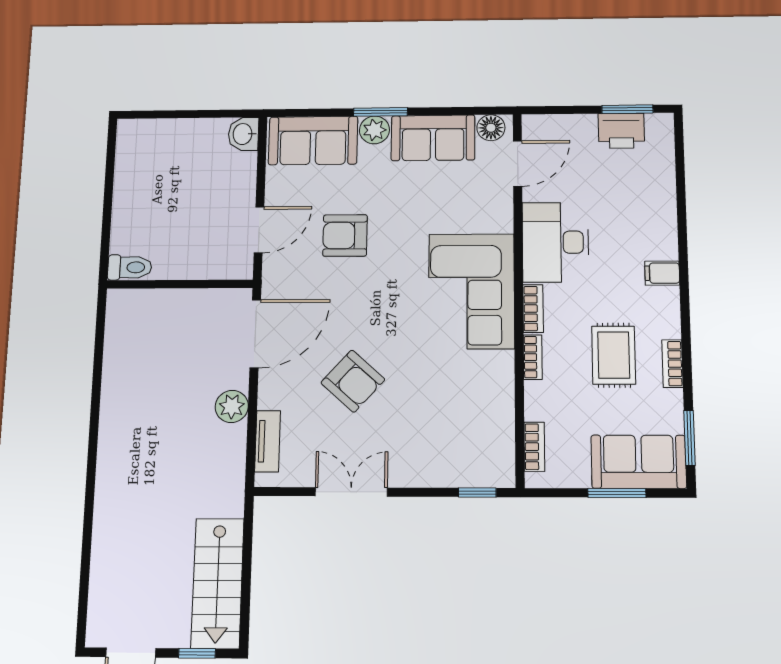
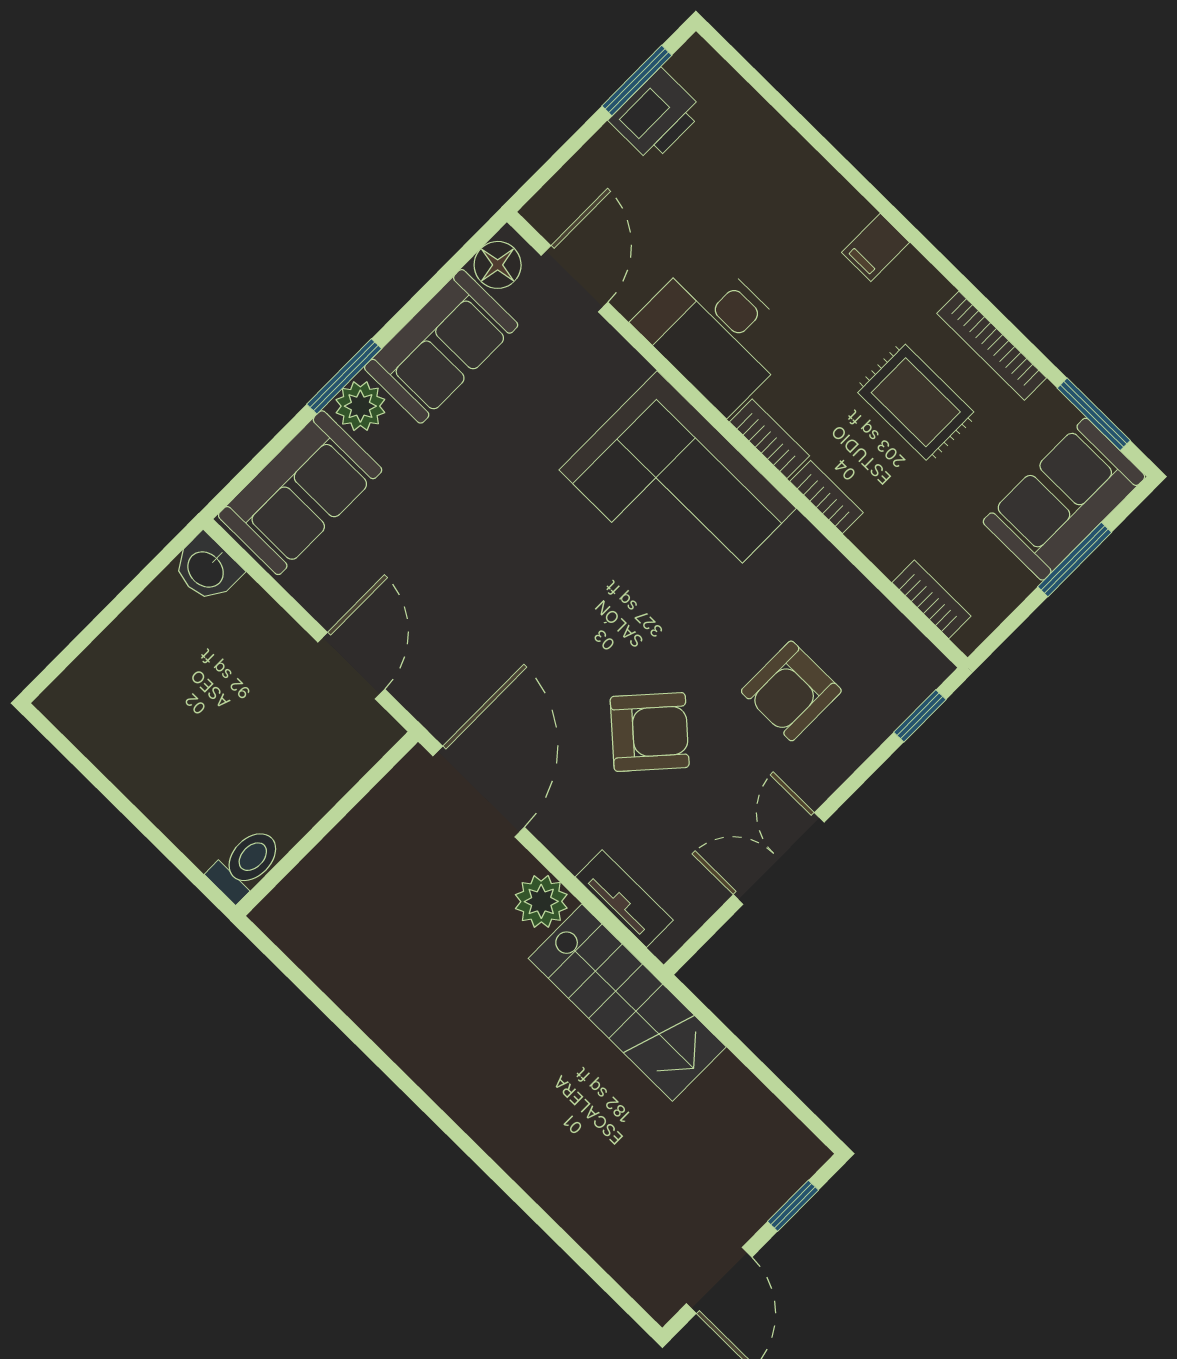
armchair: (345, 235) -> (791, 691), moved
bookcase: (672, 364) -> (992, 346), width x1.56
stairs: (218, 583) -> (627, 1003), moved

